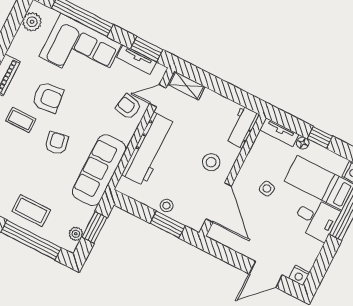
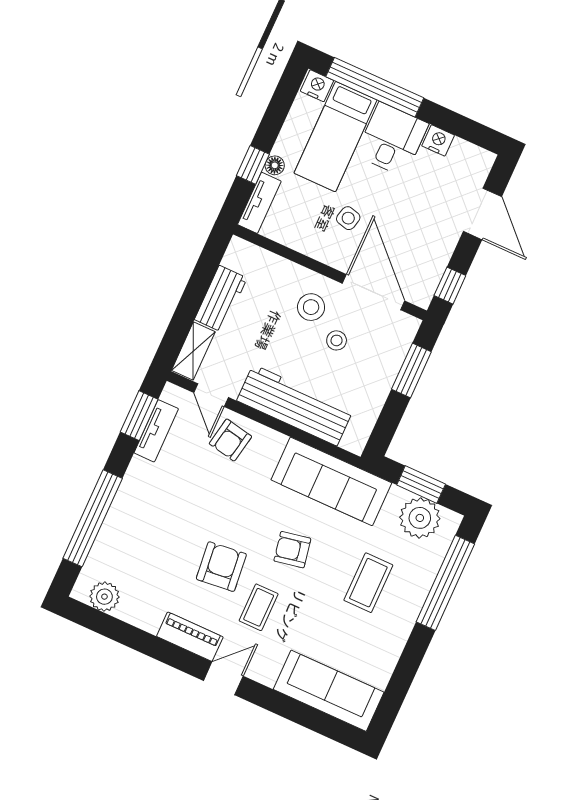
corner sofa: (80, 50) -> (146, 519), removed
workbench: (242, 127) -> (221, 299), moved, turned -90
window: (320, 137) -> (253, 165), moved
door: (219, 203) -> (373, 292), hinge flipped
stool: (166, 206) -> (337, 340), moved
coffee table: (31, 211) -> (368, 583), moved
plant: (76, 234) -> (420, 518), width x1.87, depth x1.87
window: (221, 252) -> (450, 286), added
nightstand: (299, 276) -> (438, 140), moved, turned -90

